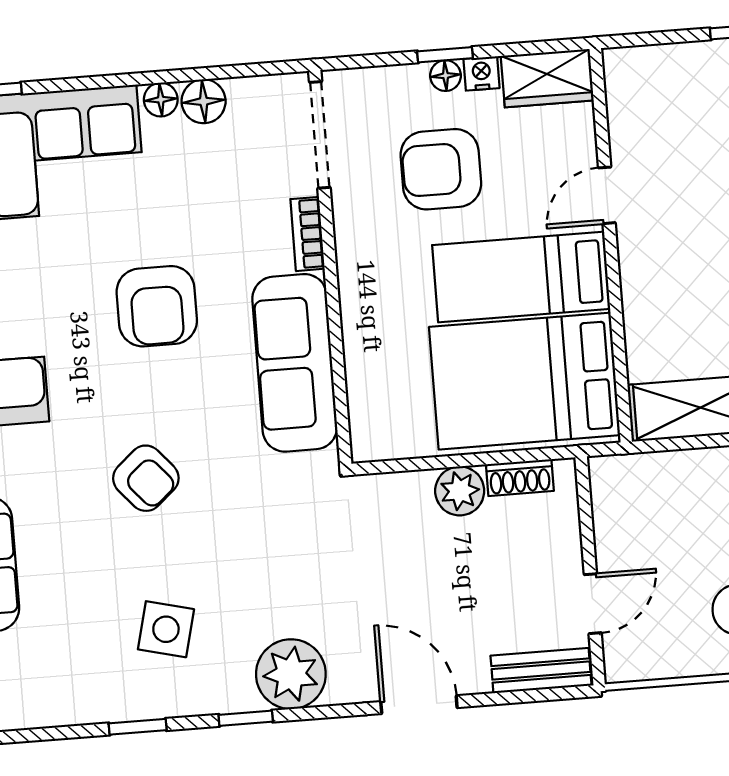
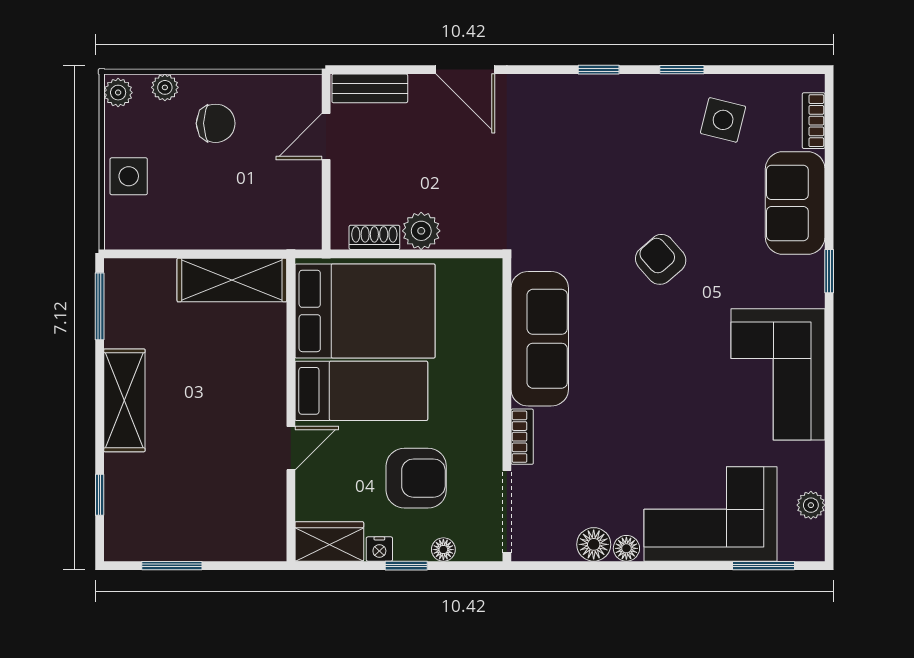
floor lamp: (446, 76) -> (443, 550), moved
armchair: (157, 306) -> (642, 390), removed
side table: (166, 629) -> (723, 120), moved
plant: (291, 674) -> (561, 101), removed

